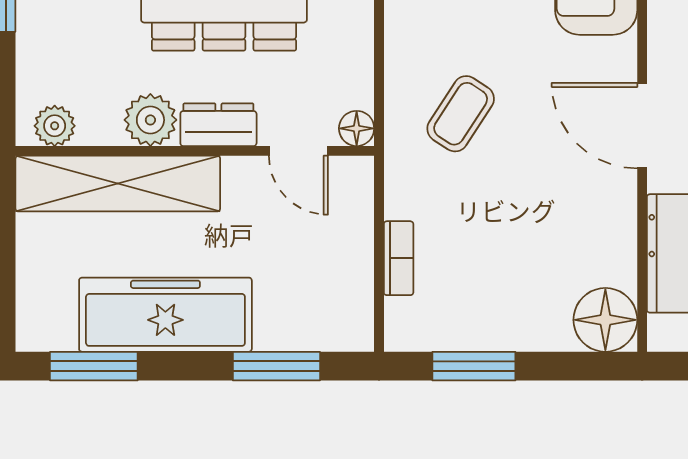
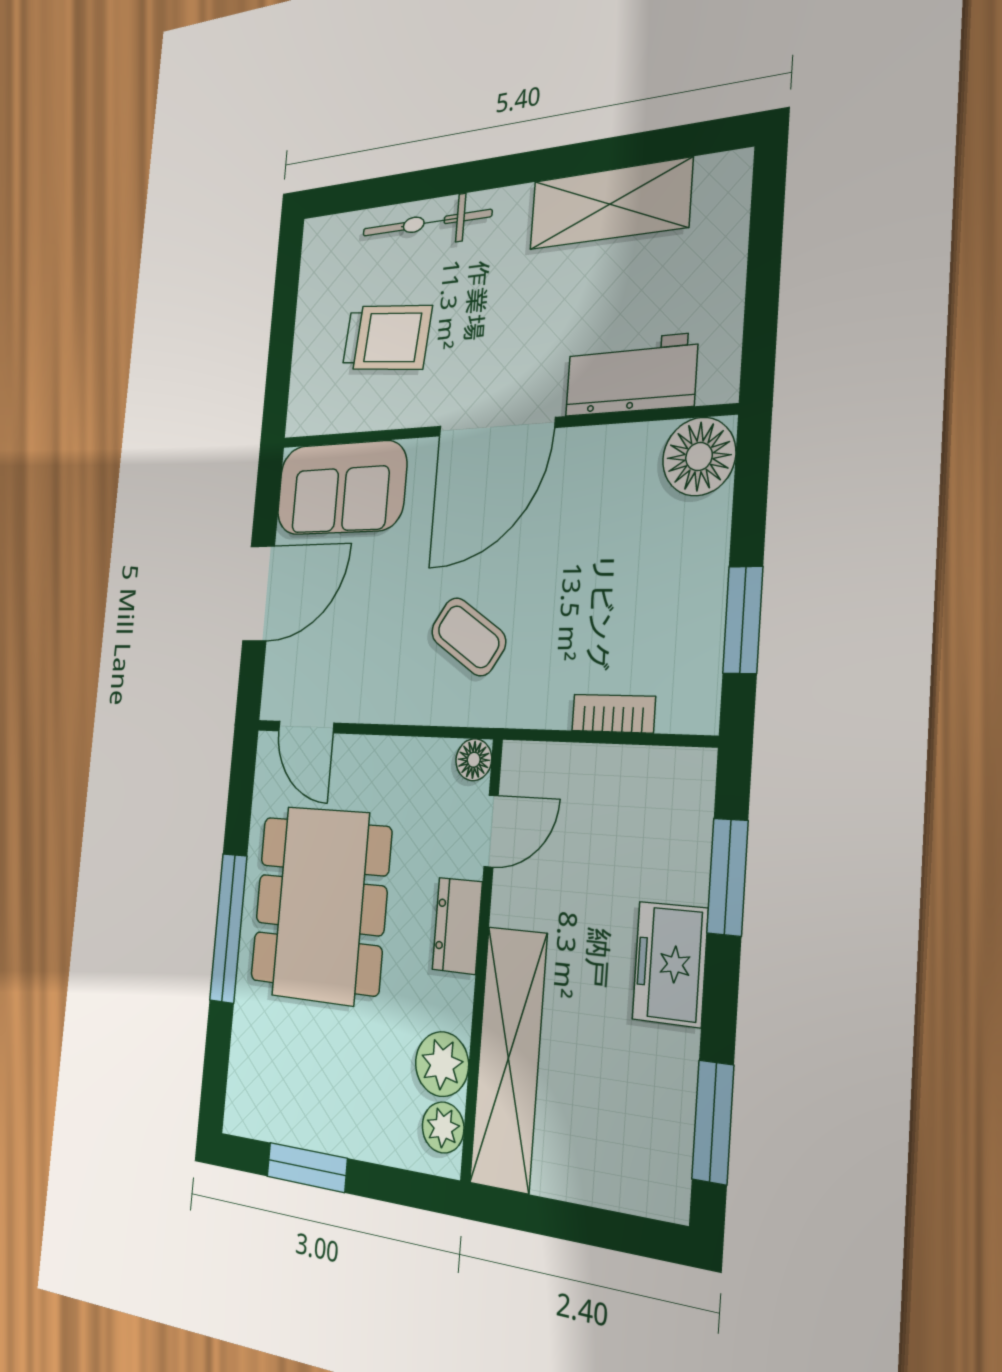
plant: (150, 120) -> (442, 1064), moved
door: (642, 126) -> (496, 427), width x1.36
freezer: (165, 315) -> (670, 964), width x0.52, depth x0.79

